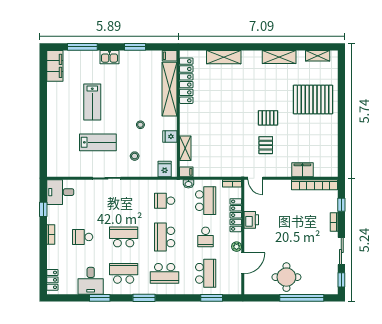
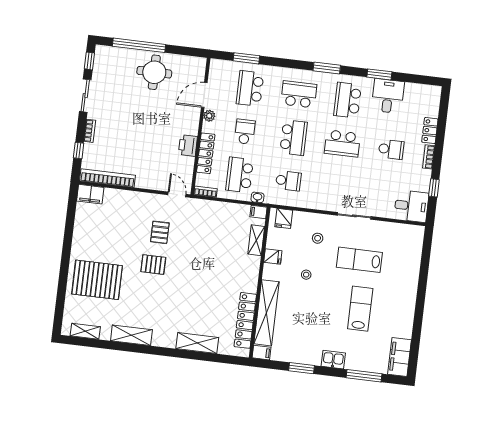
filing cabinet: (302, 170) -> (90, 194), moved
school desk: (124, 273) -> (348, 100), turned 90
locker: (52, 280) -> (430, 131), moved

